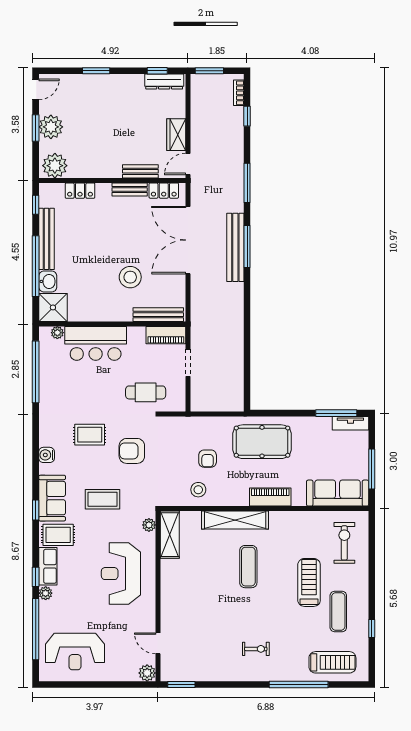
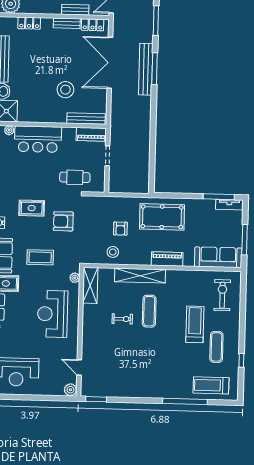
exercise bike: (256, 649) -> (122, 319), moved
treadmill: (332, 662) -> (211, 385), turned 180

